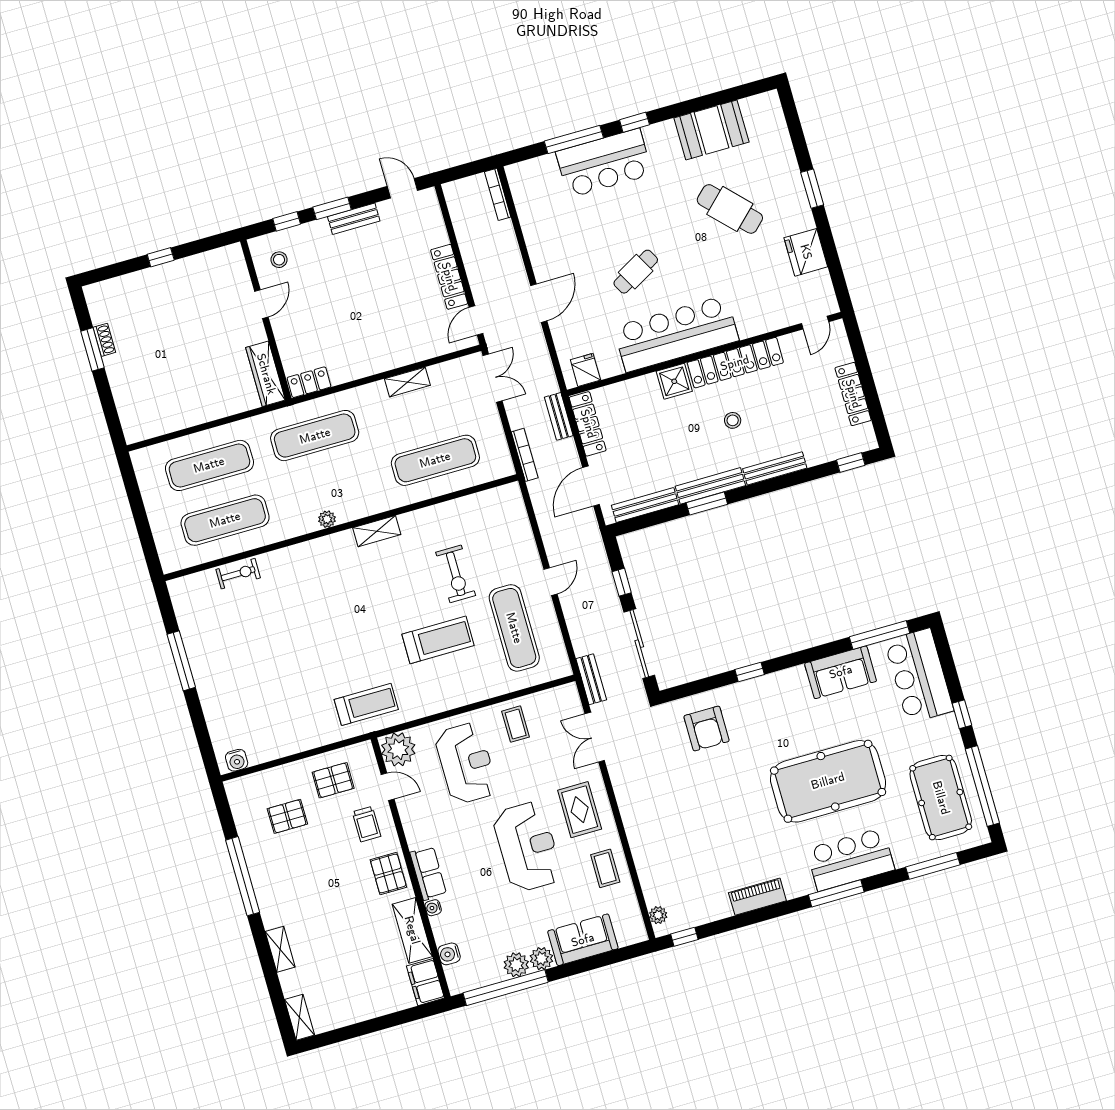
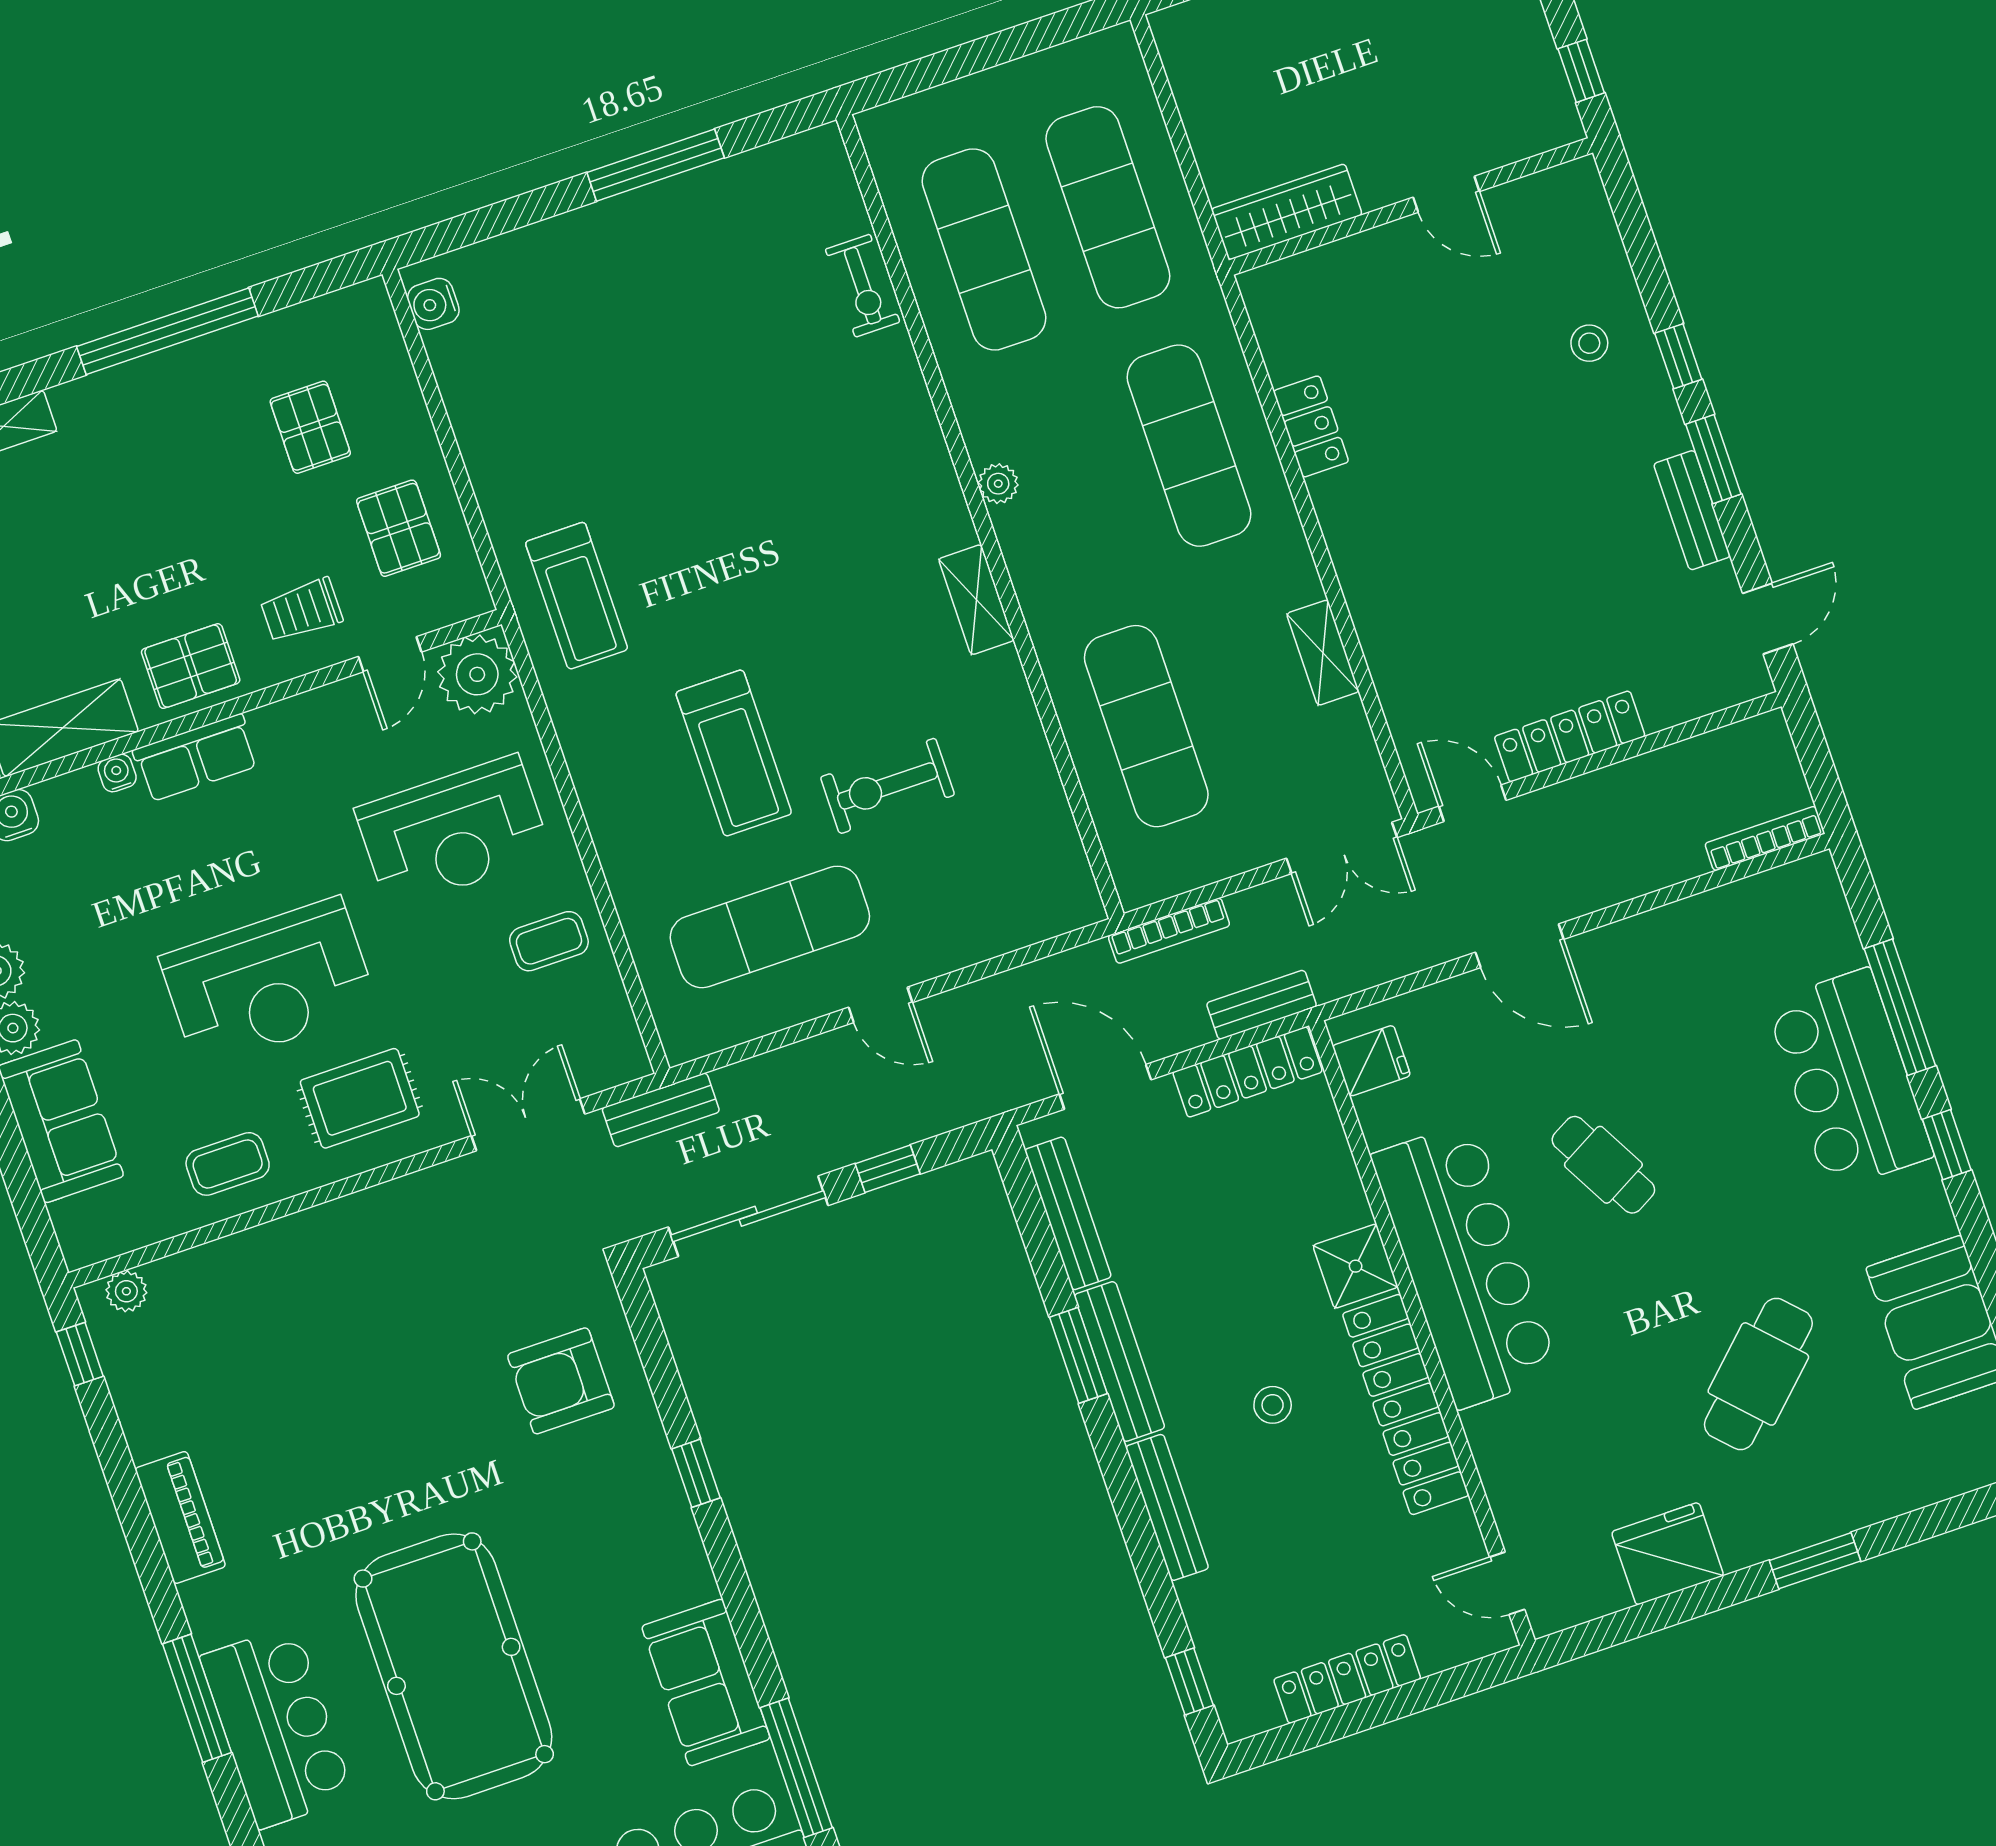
door: (261, 304) -> (1446, 194), moved
wall: (266, 320) -> (1411, 206), moved
wardrobe: (266, 374) -> (1287, 212), moved

